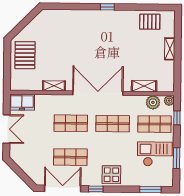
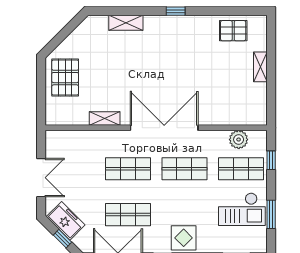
shelving: (144, 86) -> (126, 23), moved
plant: (169, 101) -> (260, 137), removed
freezer: (22, 102) -> (66, 221), moved, turned -135
checkout: (155, 154) -> (242, 209), turned 180
window: (22, 174) -> (62, 239), added

